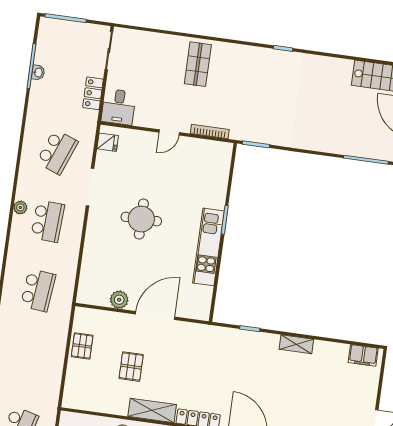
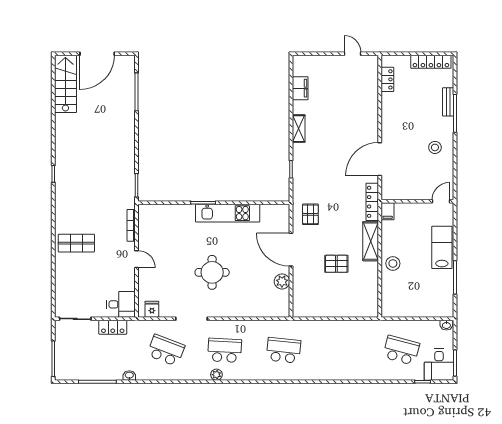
washbasin: (38, 72) -> (129, 375), moved
pallet: (82, 346) -> (310, 214), moved, turned 90
filing cabinet: (363, 355) -> (300, 88), moved

